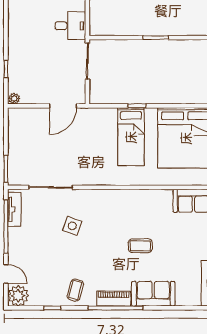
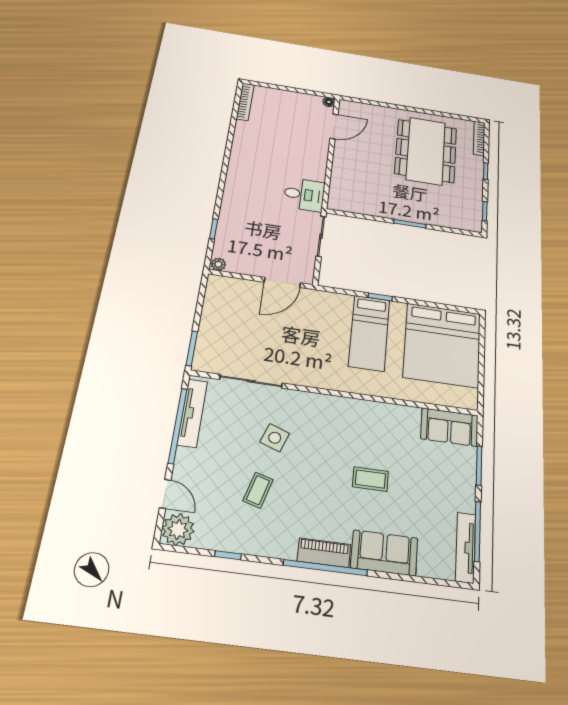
tv unit: (14, 209) -> (192, 413), width x1.41
coffee table: (75, 290) -> (258, 490), moved

